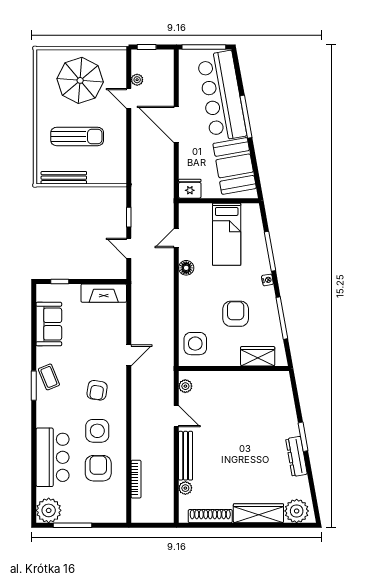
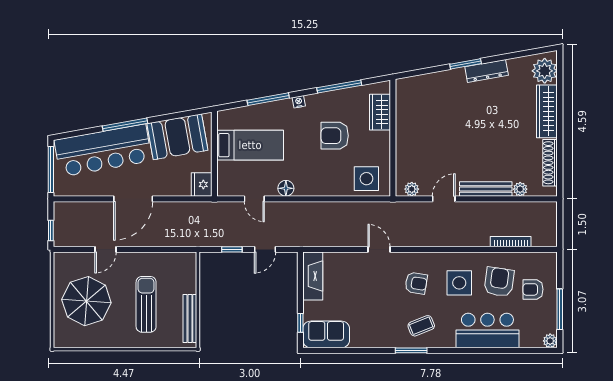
plant: (137, 80) -> (86, 241), removed
sofa: (49, 324) -> (326, 334), moved
coffee table: (49, 377) -> (421, 326), moved
armchair: (98, 468) -> (499, 282), turned 98
armchair: (91, 500) -> (533, 289), added
plant: (49, 510) -> (550, 341), width x0.53, depth x0.53

